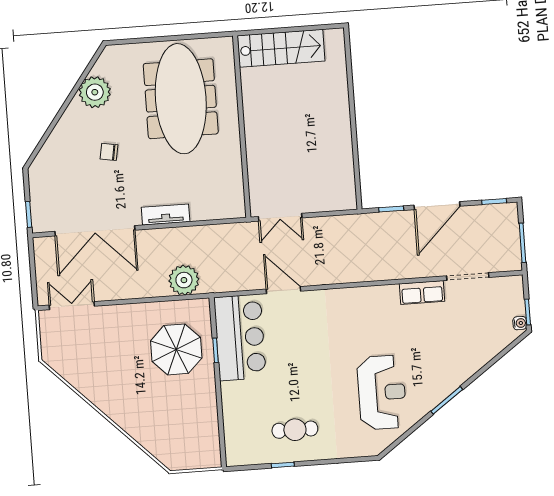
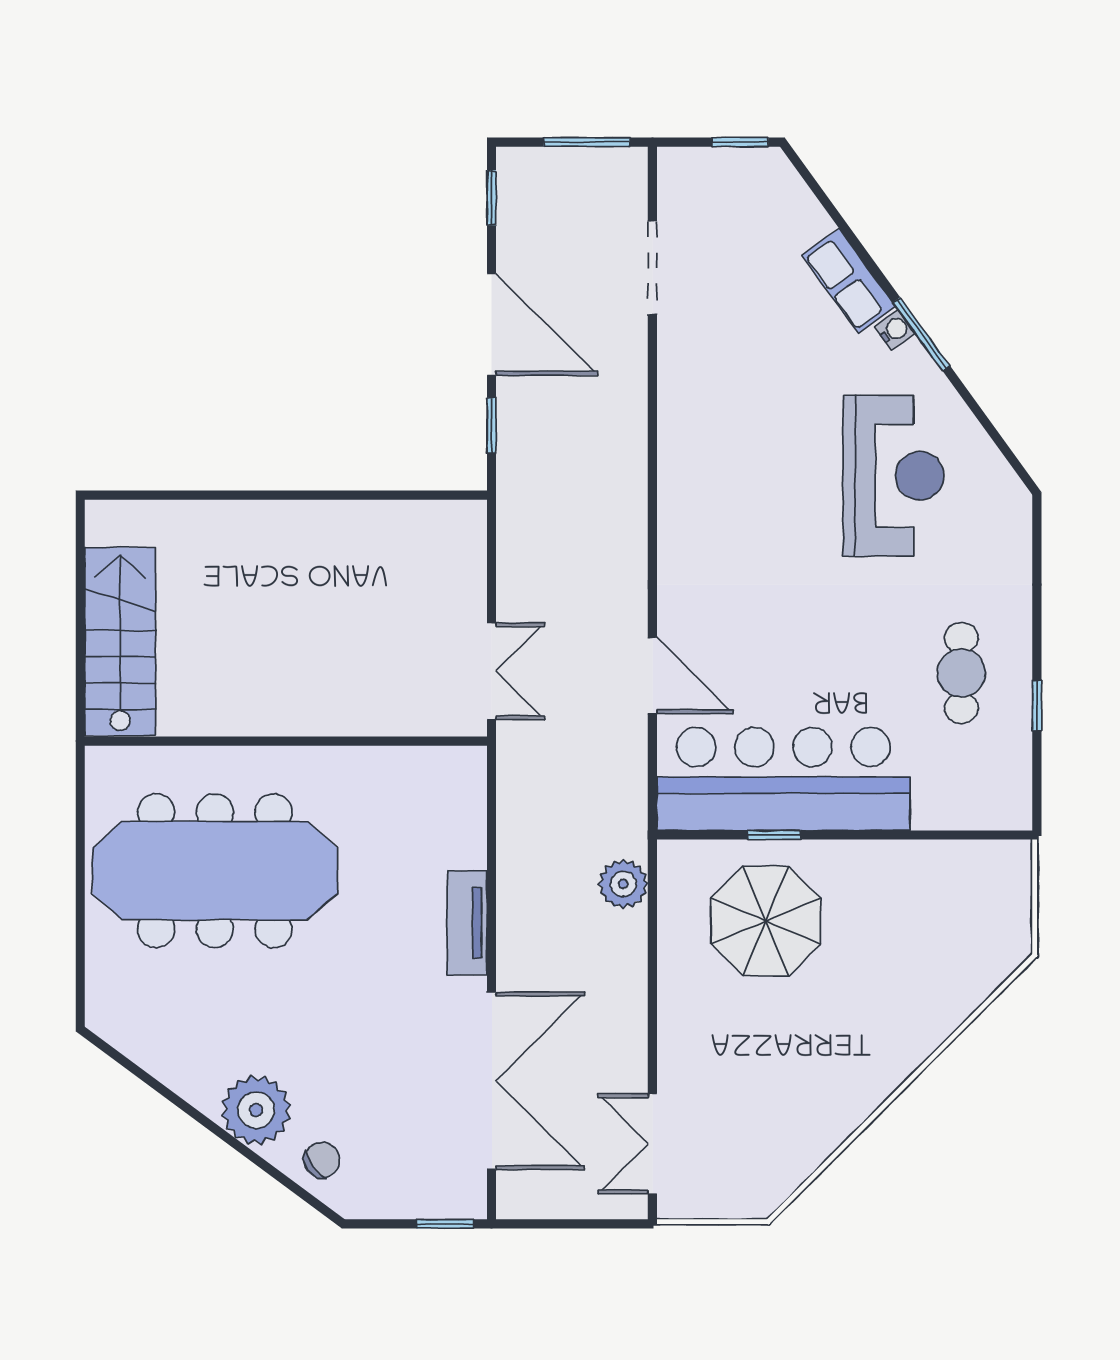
plant: (95, 92) -> (256, 1110), moved
chair: (109, 152) -> (322, 1160), moved, turned -135
plant: (184, 280) -> (623, 884), width x0.73, depth x0.73
door: (283, 290) -> (652, 676), swing flipped
row of seats: (422, 292) -> (849, 281), moved, turned 144
water cooler: (520, 323) -> (895, 330), moved, turned 54
bar counter: (240, 337) -> (783, 779), width x1.36
reception desk: (382, 392) -> (893, 476), turned 90

